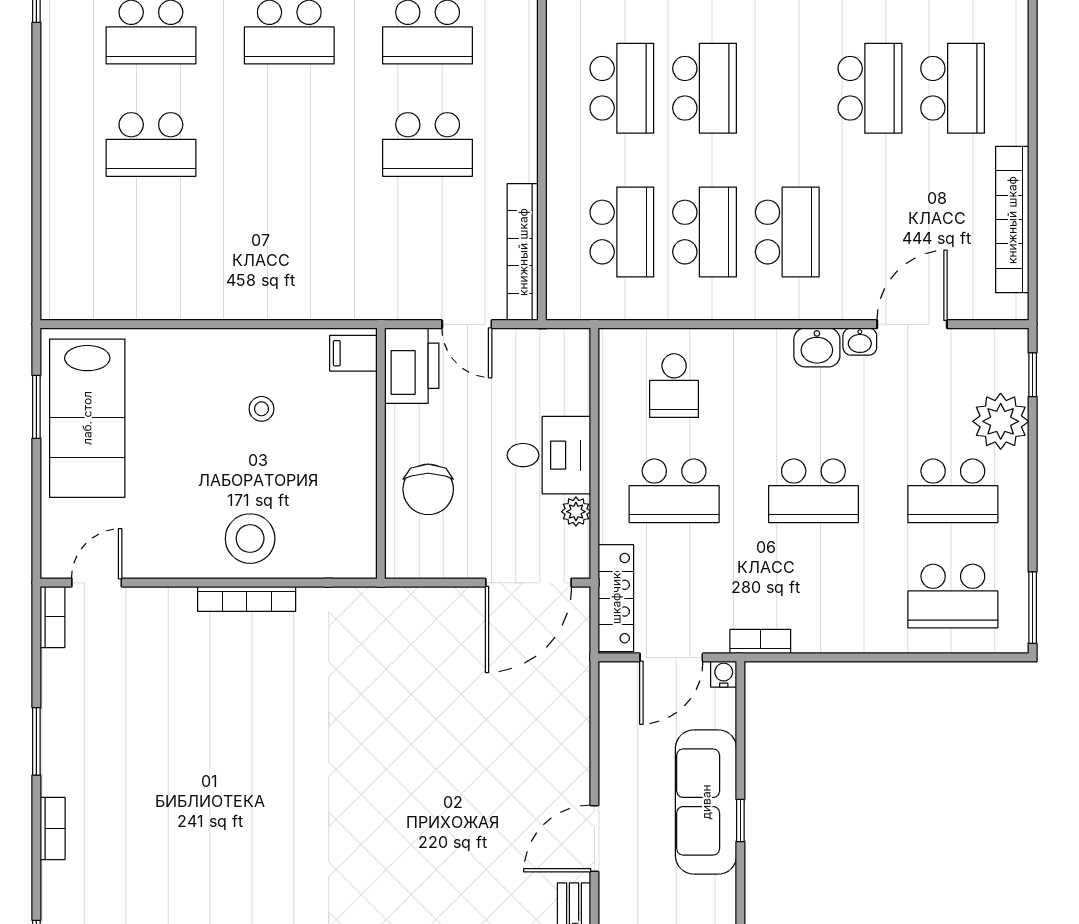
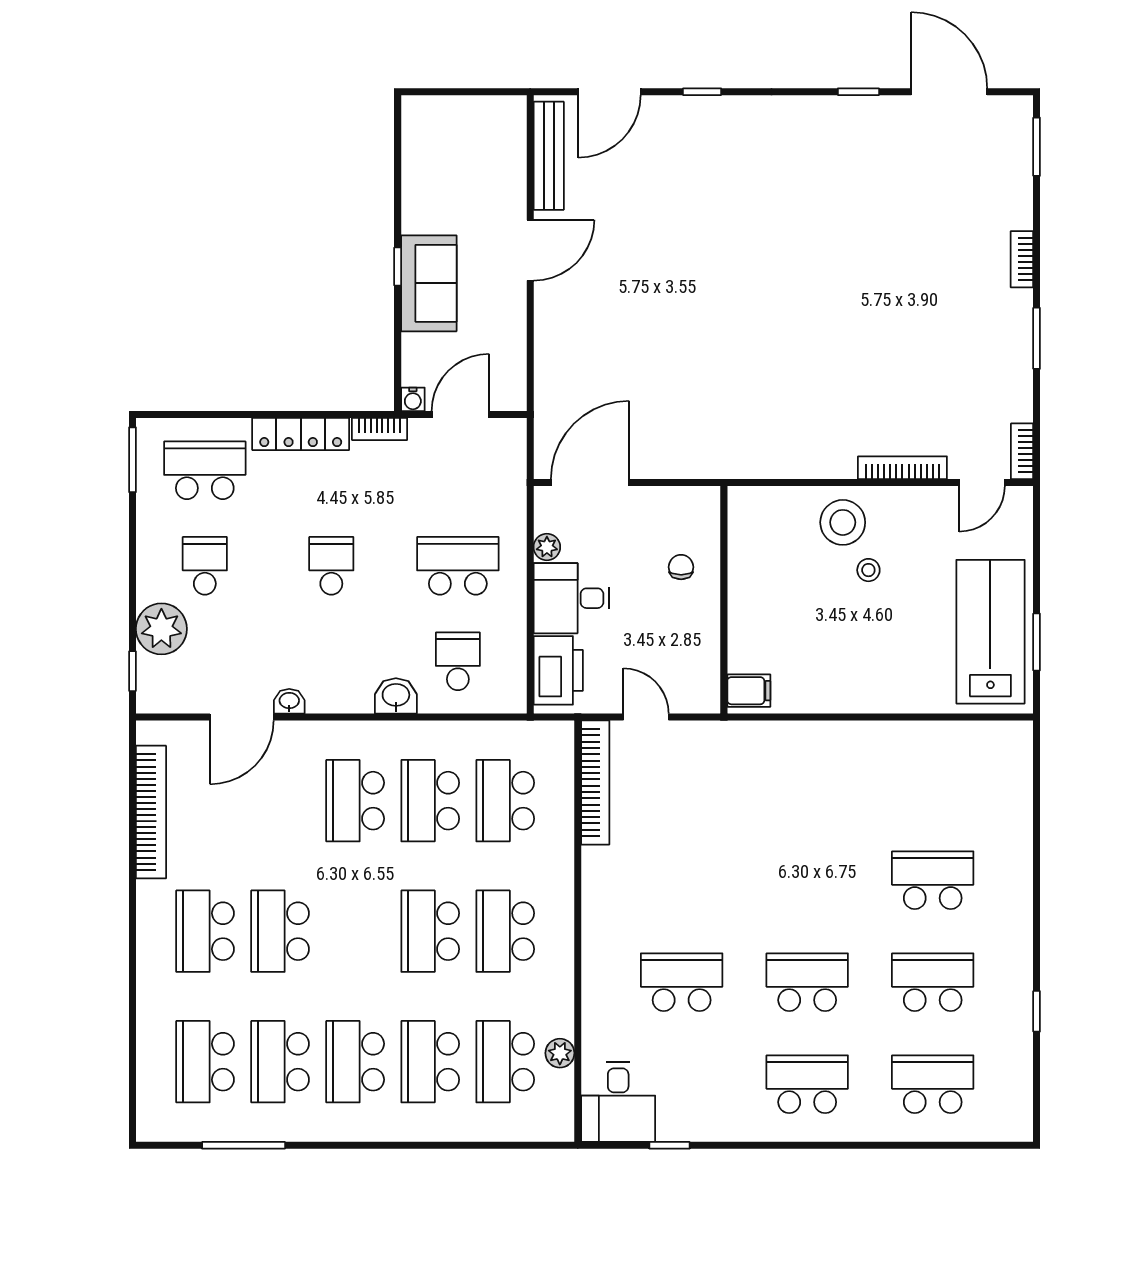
school desk: (428, 144) -> (682, 880), removed
washbasin: (817, 347) -> (396, 696), moved
printer: (412, 366) -> (558, 670), moved, turned 180
stool: (261, 409) -> (868, 570), moved
chair: (428, 489) -> (681, 567), width x0.54, depth x0.54
school desk: (813, 491) -> (331, 566), width x0.54
school desk: (953, 491) -> (205, 566), width x0.54
locker: (616, 598) -> (301, 434), moved, turned -90
bookcase: (247, 599) -> (902, 468), moved
sofa: (706, 802) -> (429, 283), width x0.73

